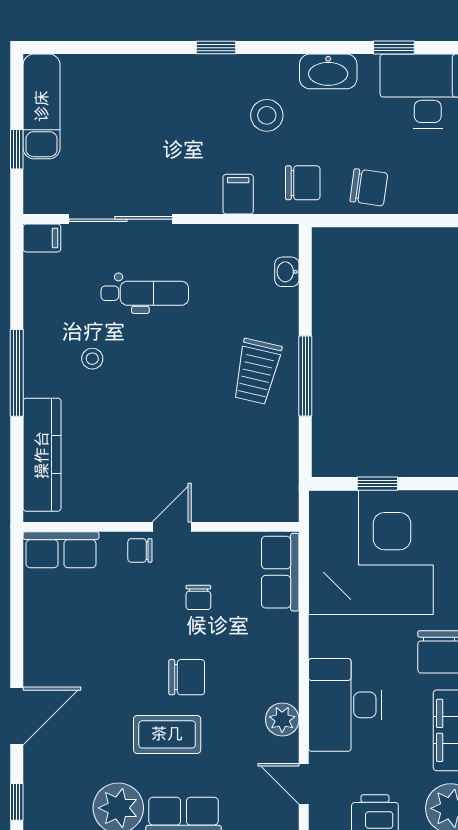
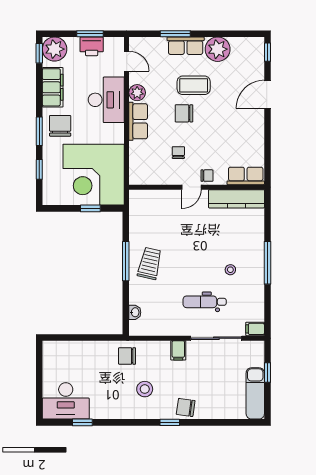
washbasin: (328, 71) -> (115, 411), removed
chair: (369, 187) -> (186, 407), moved
filing cabinet: (238, 194) -> (178, 350), moved
kitchen counter: (42, 455) -> (236, 199), moved, turned -90
row of seats: (280, 572) -> (138, 121), moved

